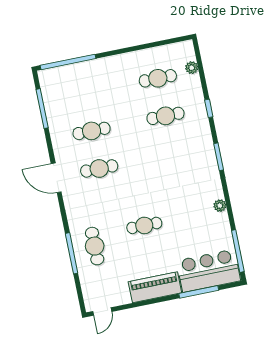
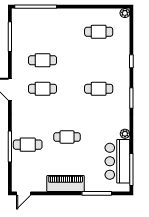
plant: (192, 68) -> (125, 13), moved
cafe table: (165, 116) -> (99, 89), moved
cafe table: (95, 246) -> (28, 145), turned 90
bar counter: (209, 271) -> (117, 161), moved, turned -90

